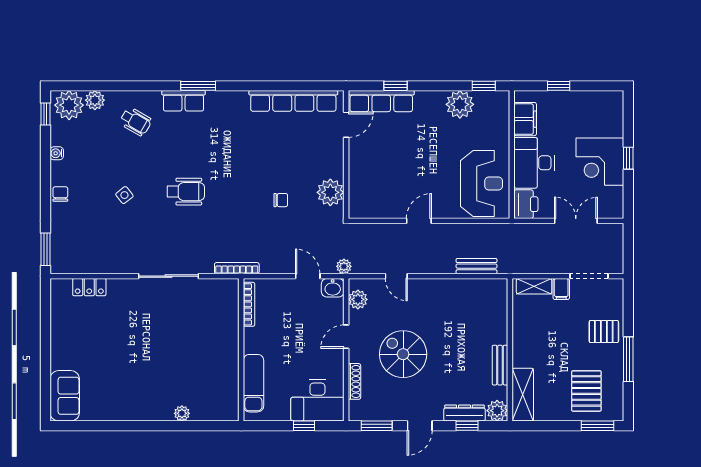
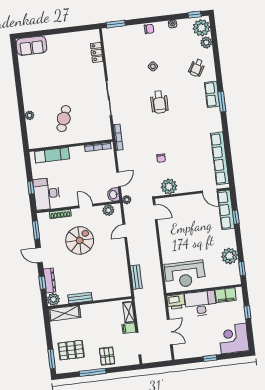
corner desk: (600, 162) -> (234, 338), moved
door: (419, 221) -> (155, 212), moved
cafe table: (194, 356) -> (64, 119), added

